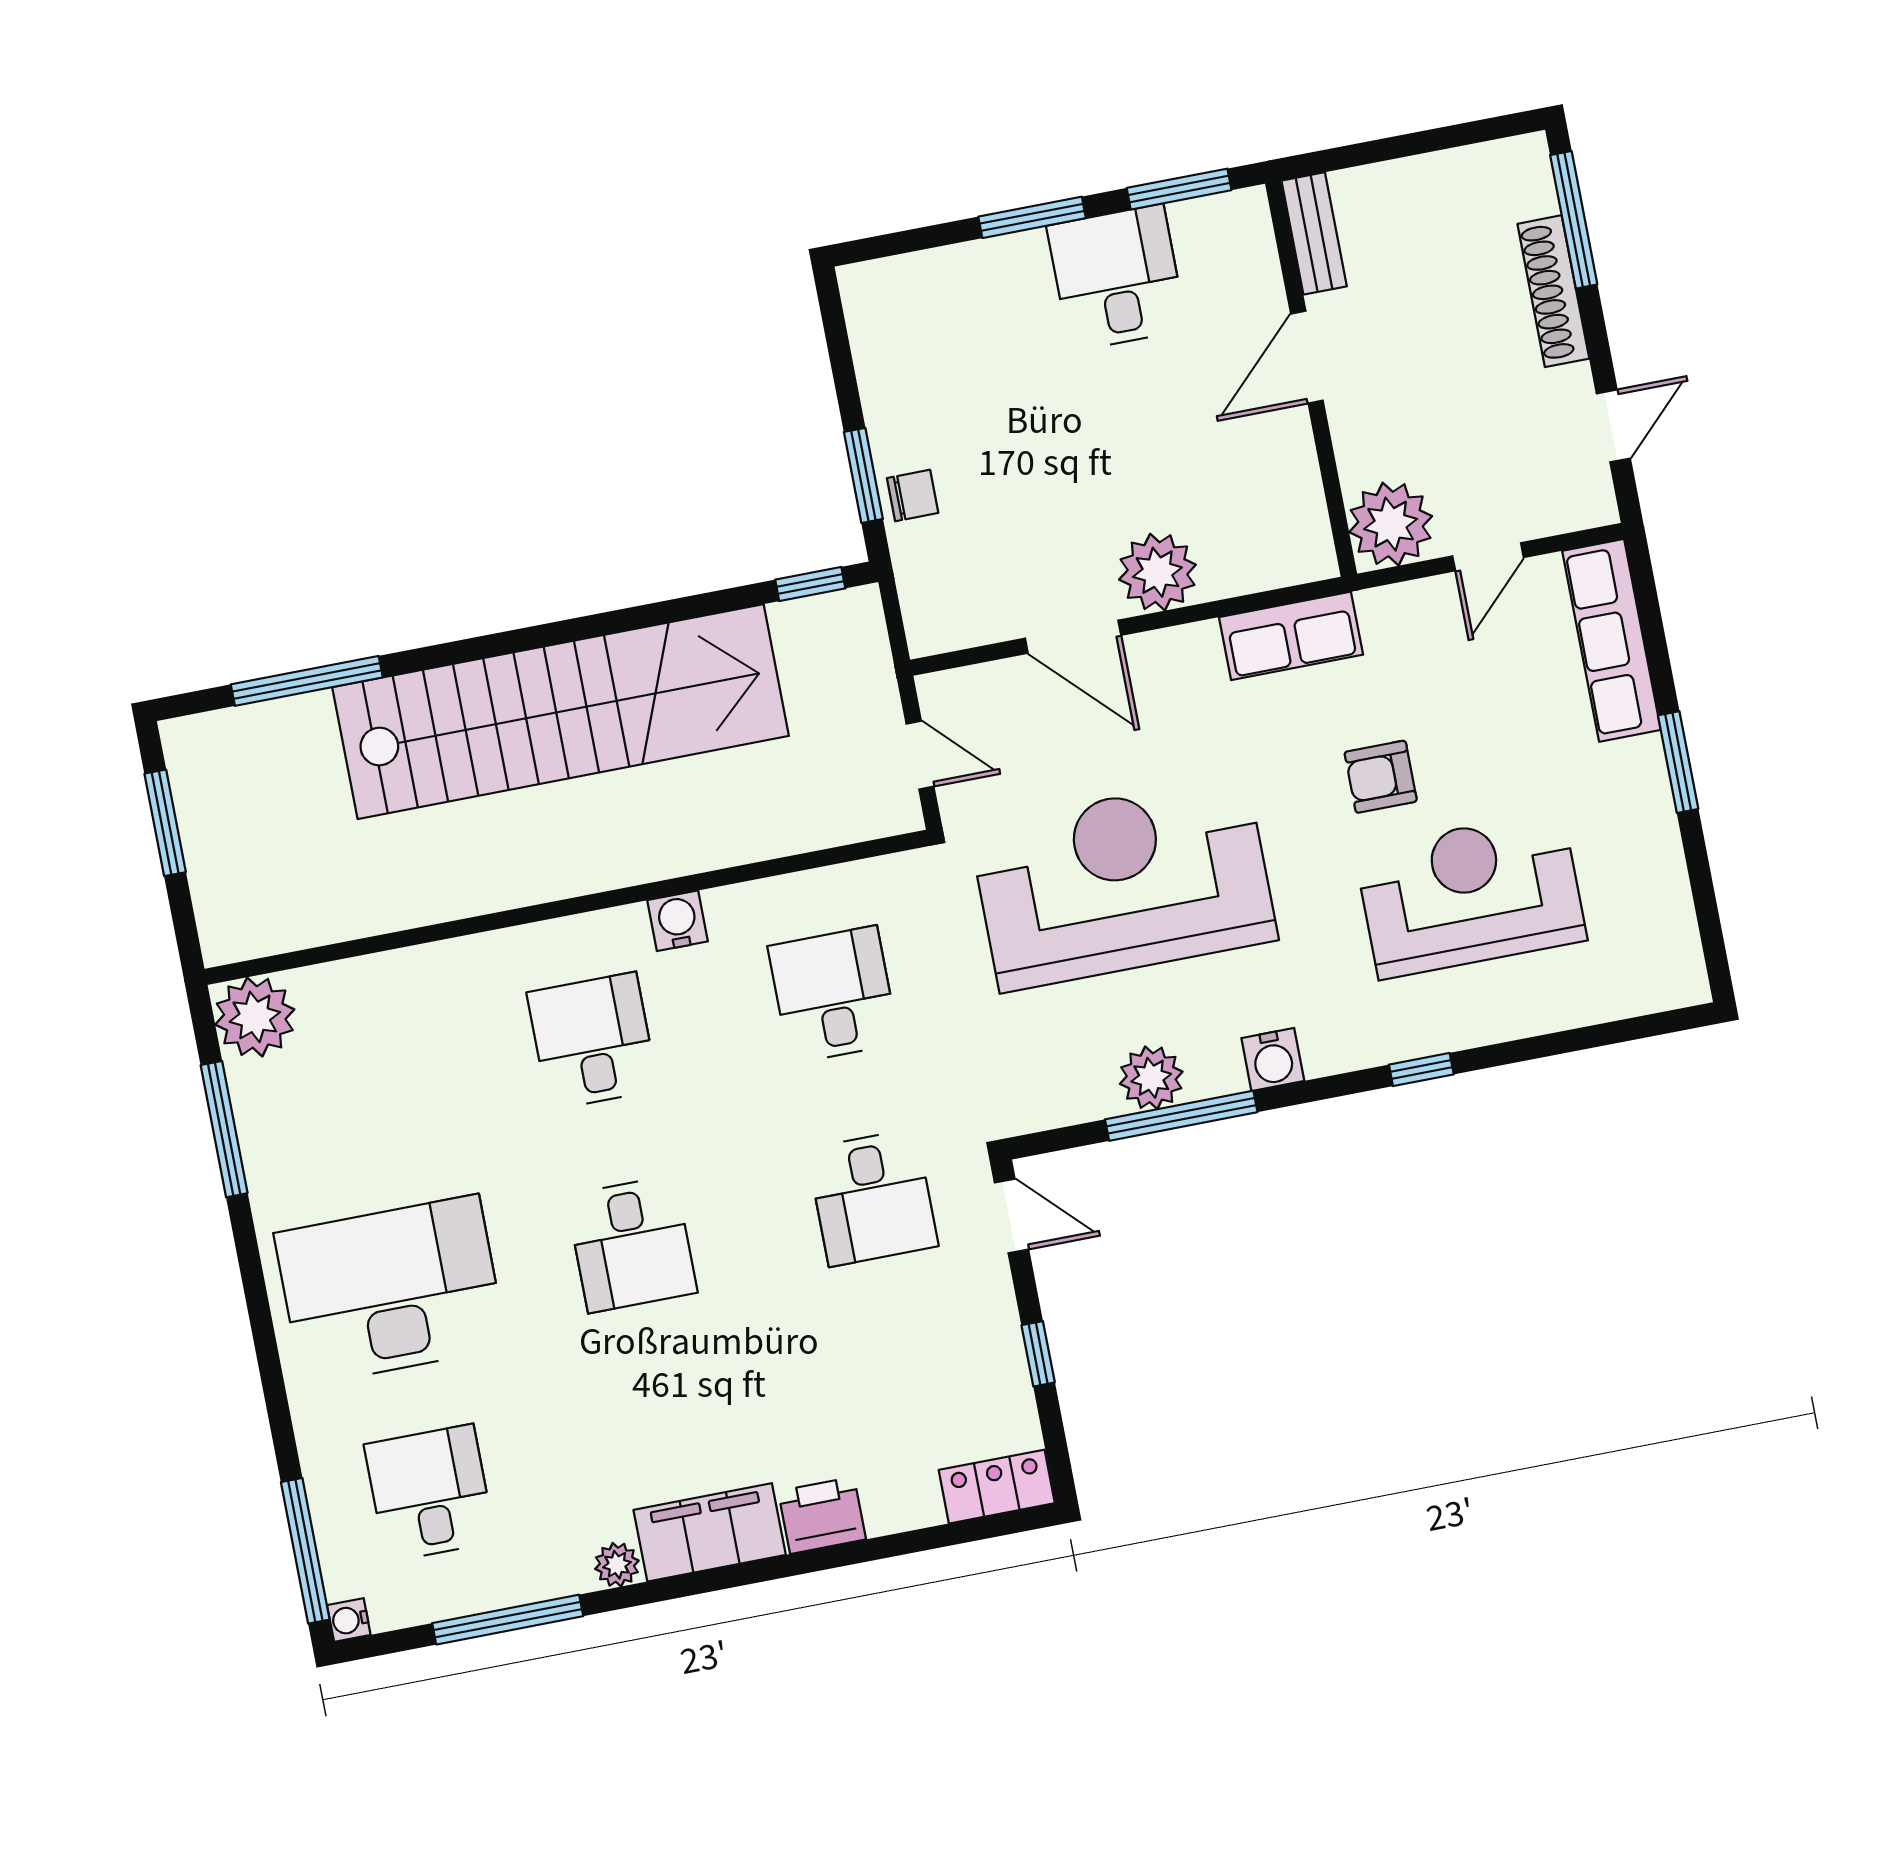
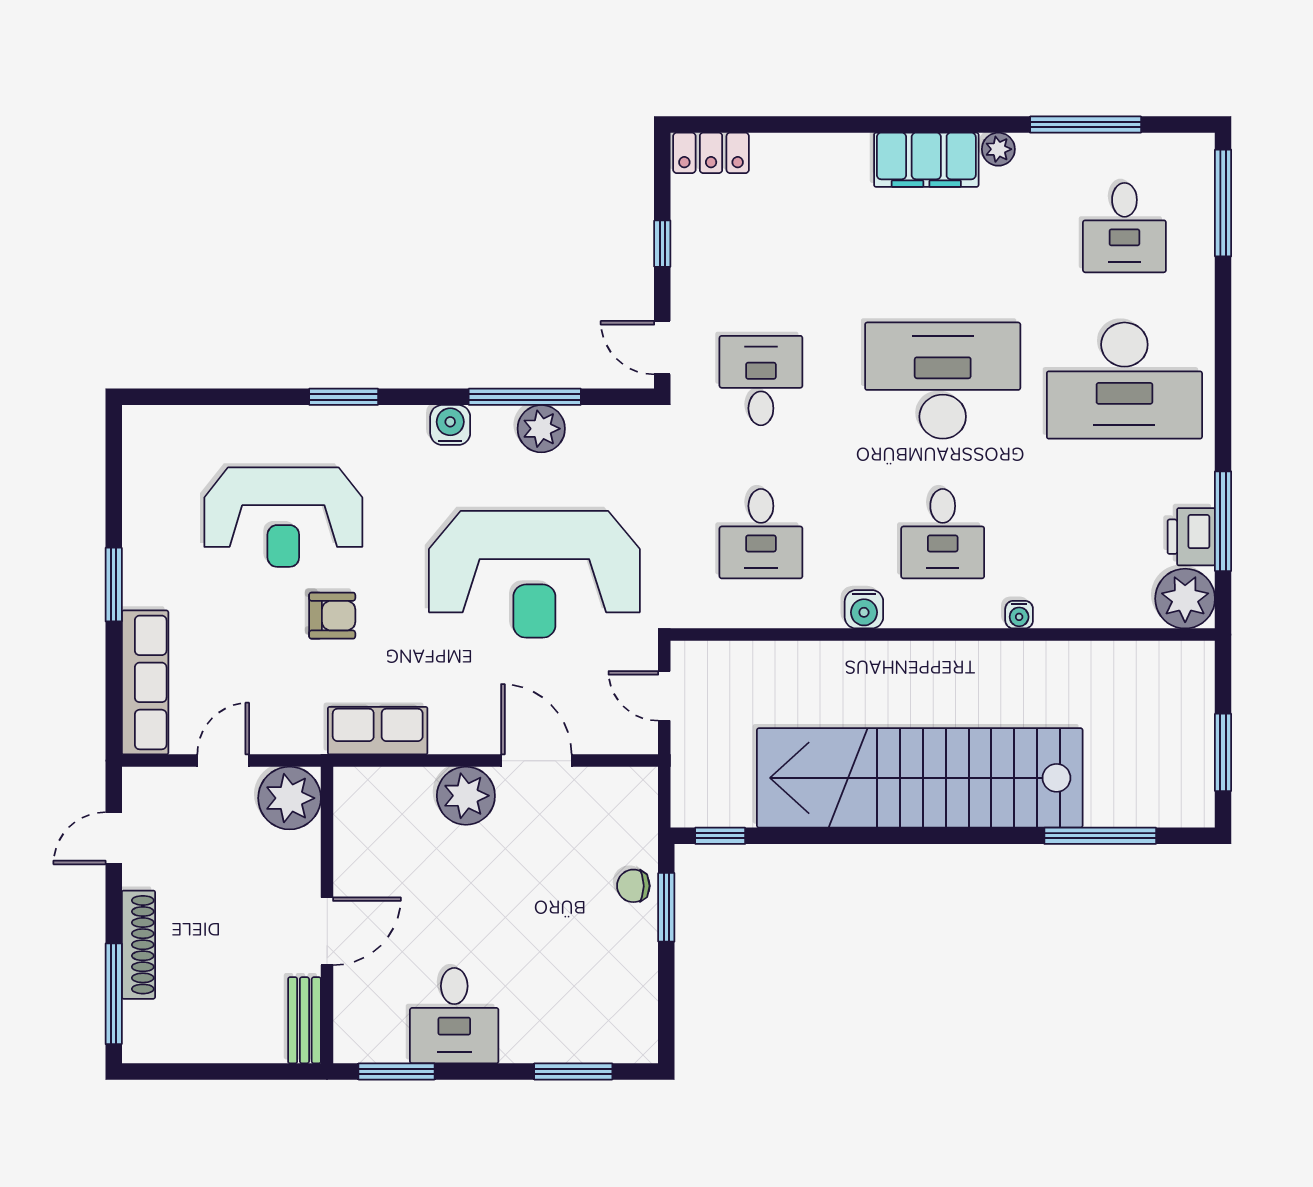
window: (1032, 217) -> (573, 1071), moved
window: (1421, 1070) -> (344, 397), width x1.50
desk: (632, 1244) -> (943, 381), width x1.87, depth x1.30
printer: (822, 1515) -> (1191, 537), moved, turned 90
water cooler: (349, 1620) -> (1019, 615), moved, turned 90

